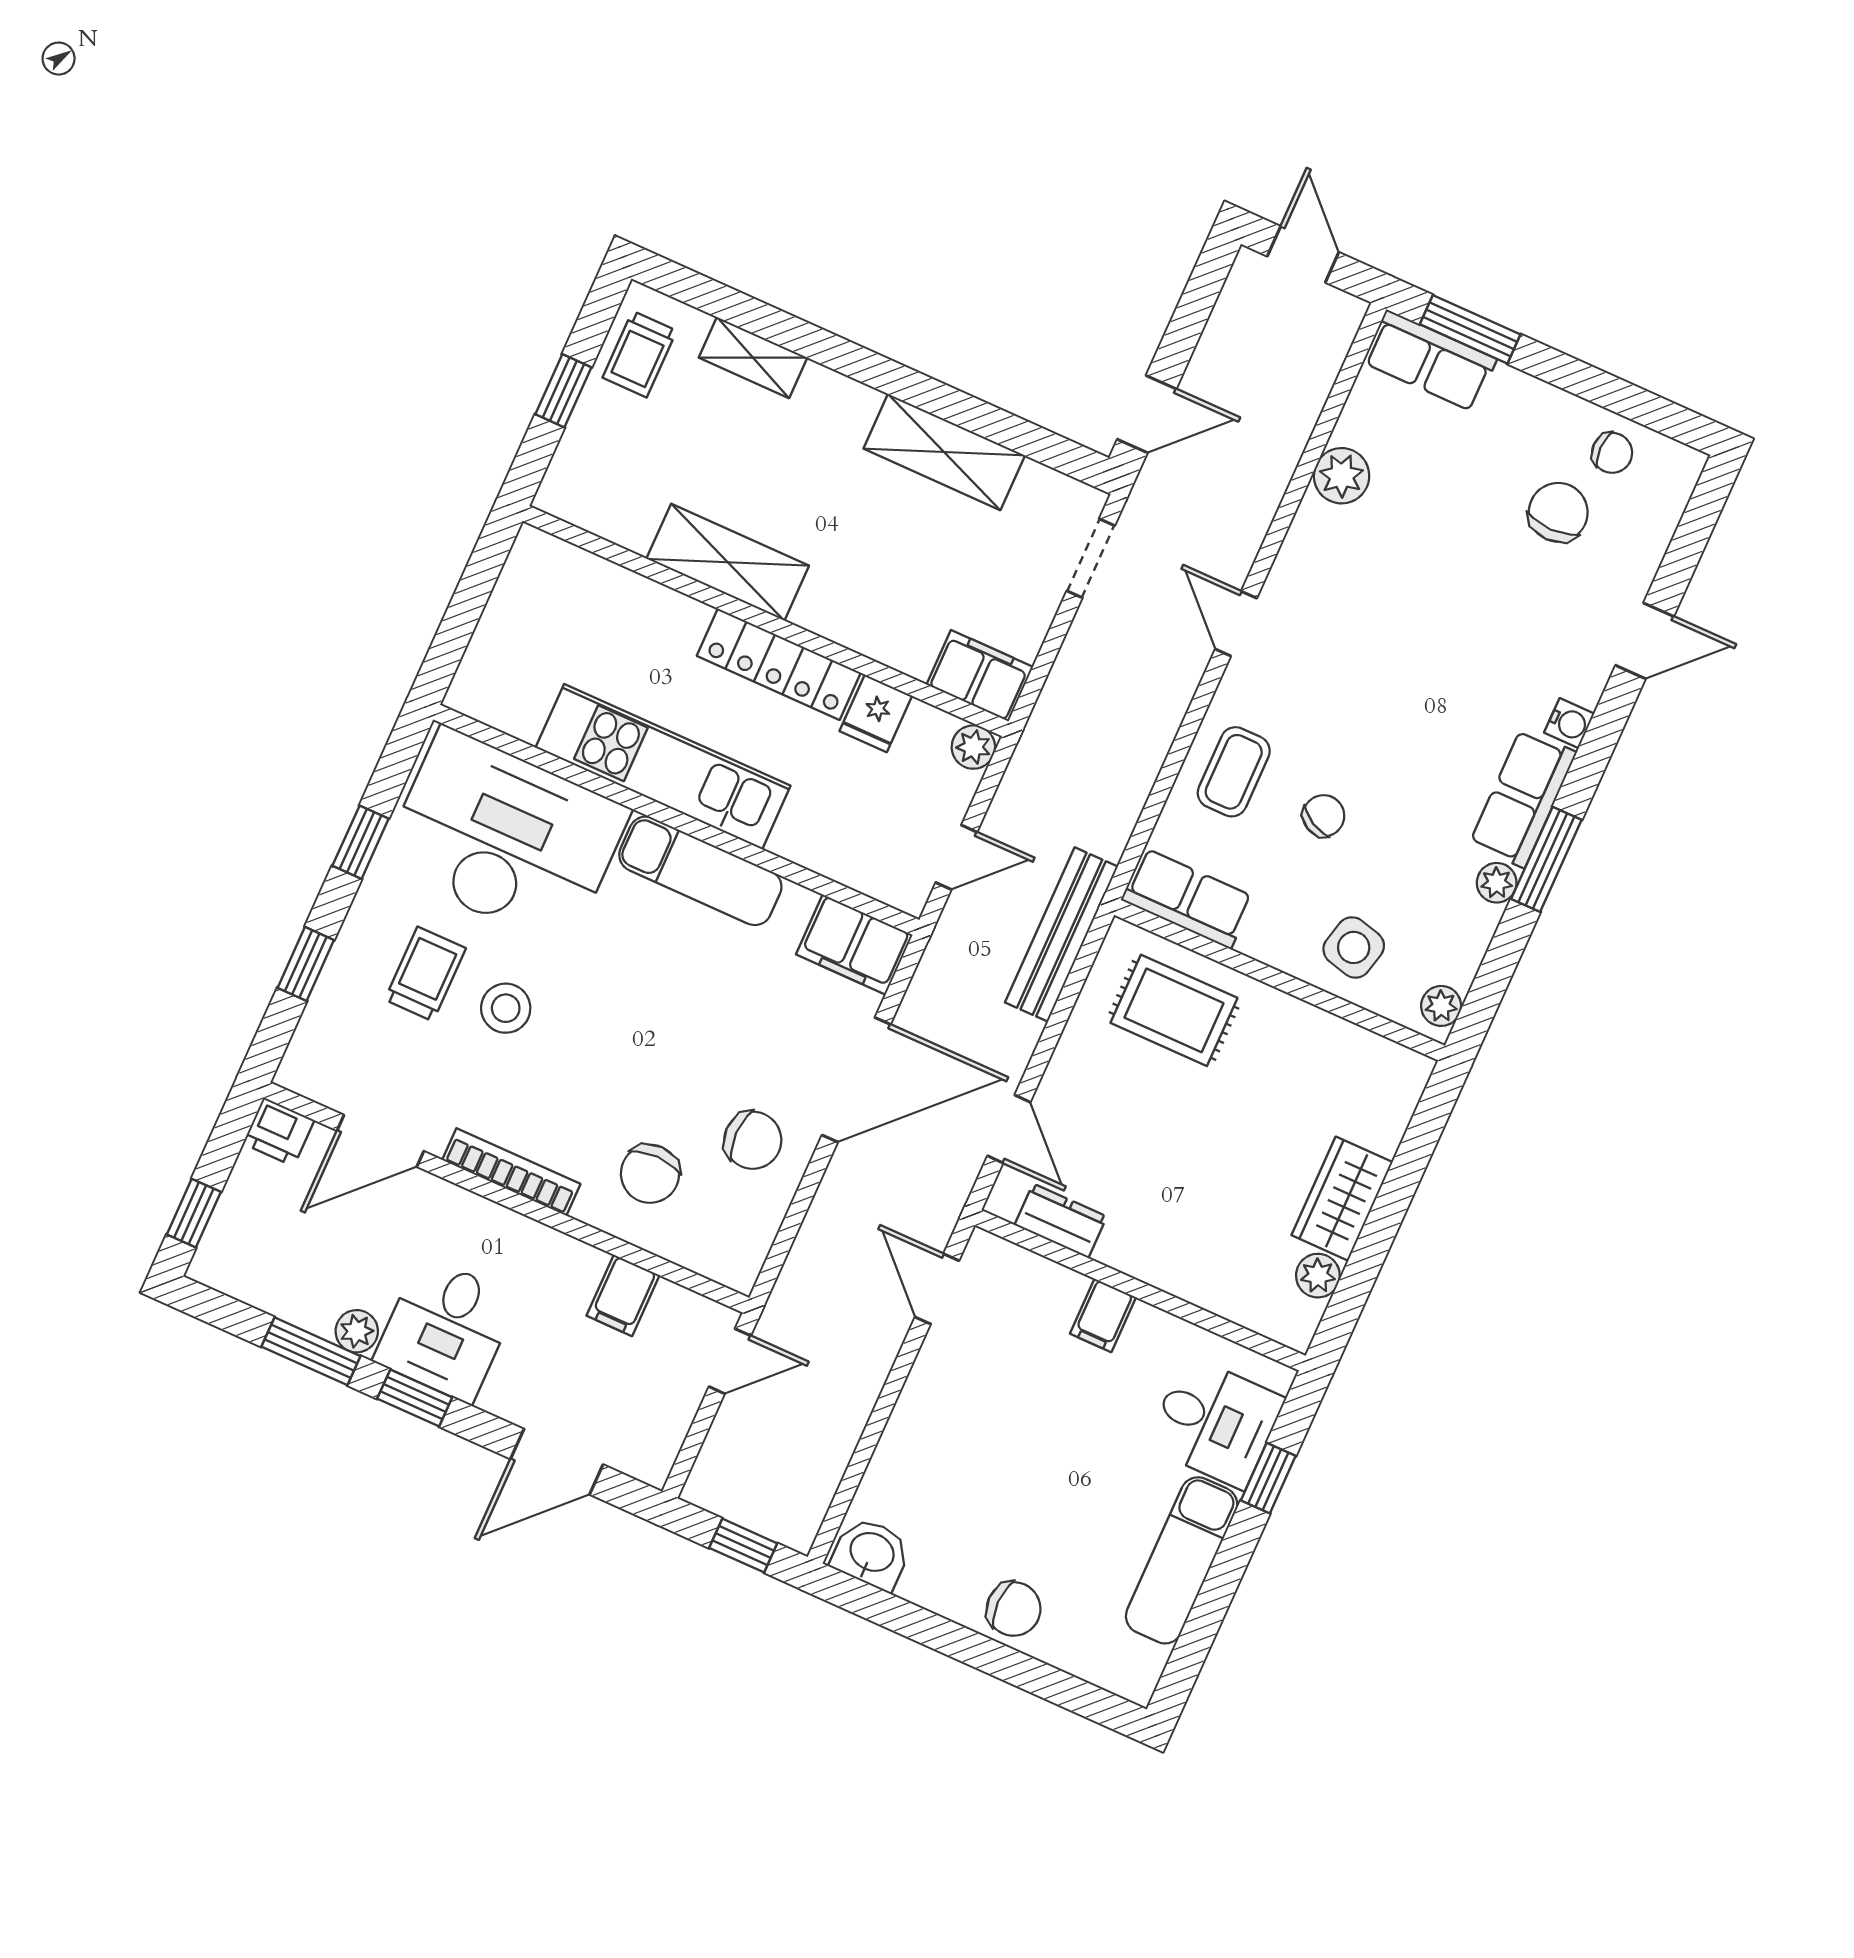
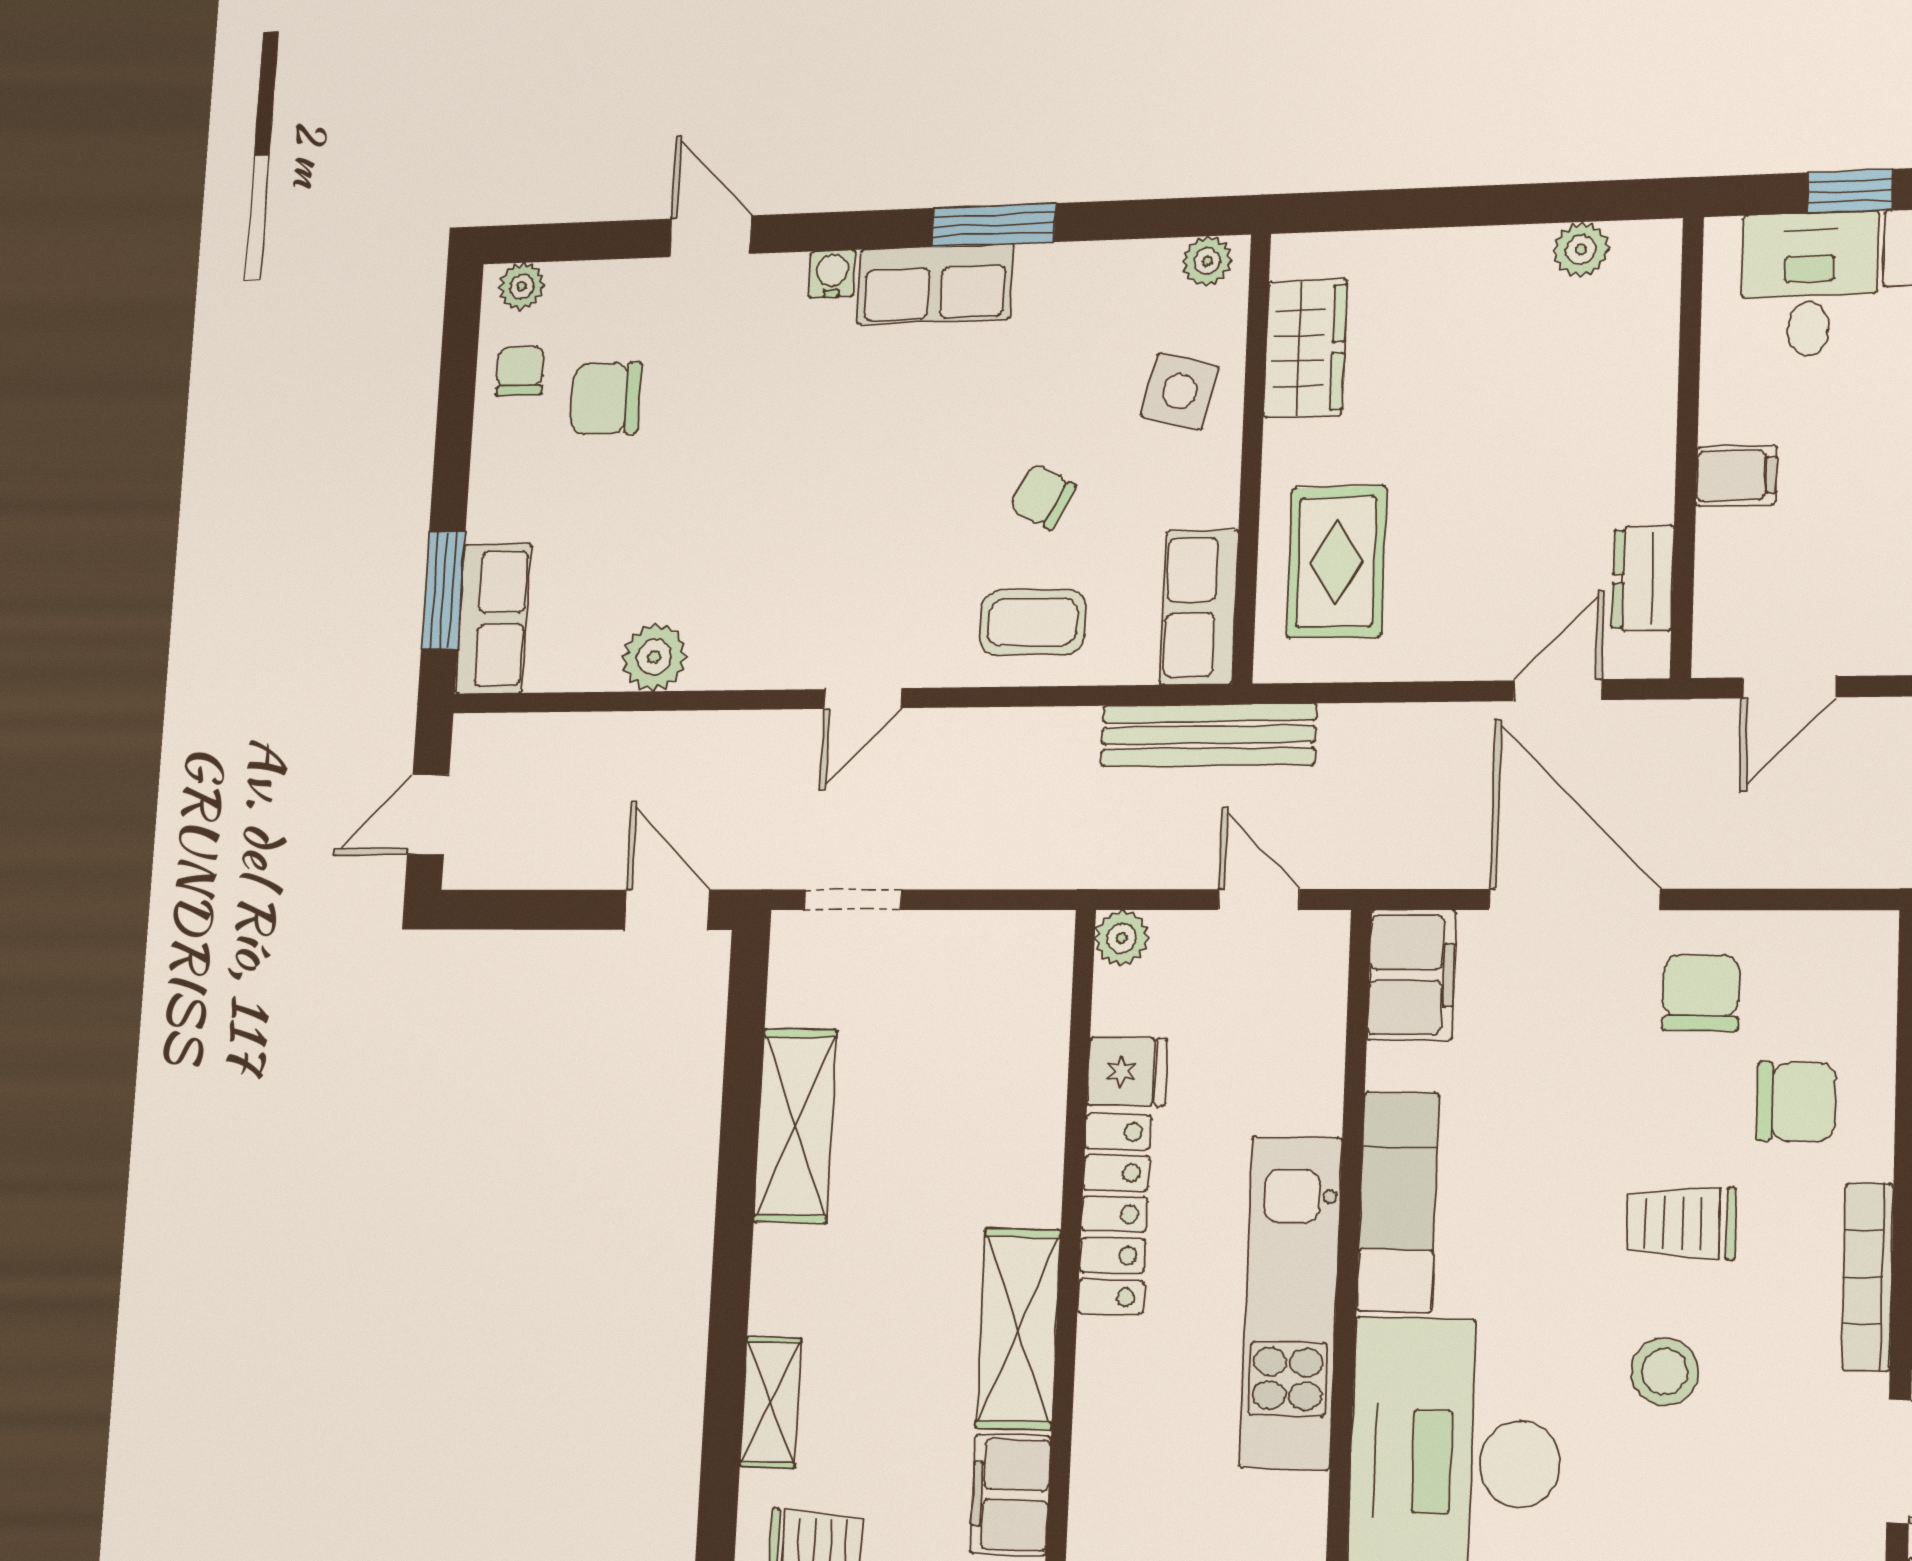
filing cabinet: (980, 676) -> (1011, 1495), moved
plant: (1497, 883) -> (522, 286), moved
bench: (1061, 935) -> (1208, 735), moved
trolley: (425, 974) -> (1681, 1223), moved
wardrobe: (1342, 1199) -> (1305, 348), moved, turned -90

